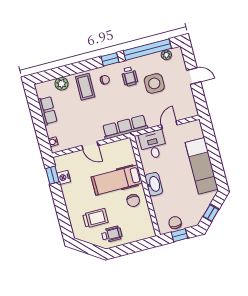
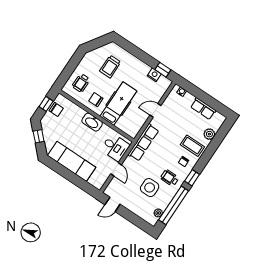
door: (194, 76) -> (113, 204), moved
wheelchair: (112, 234) -> (81, 83), moved

